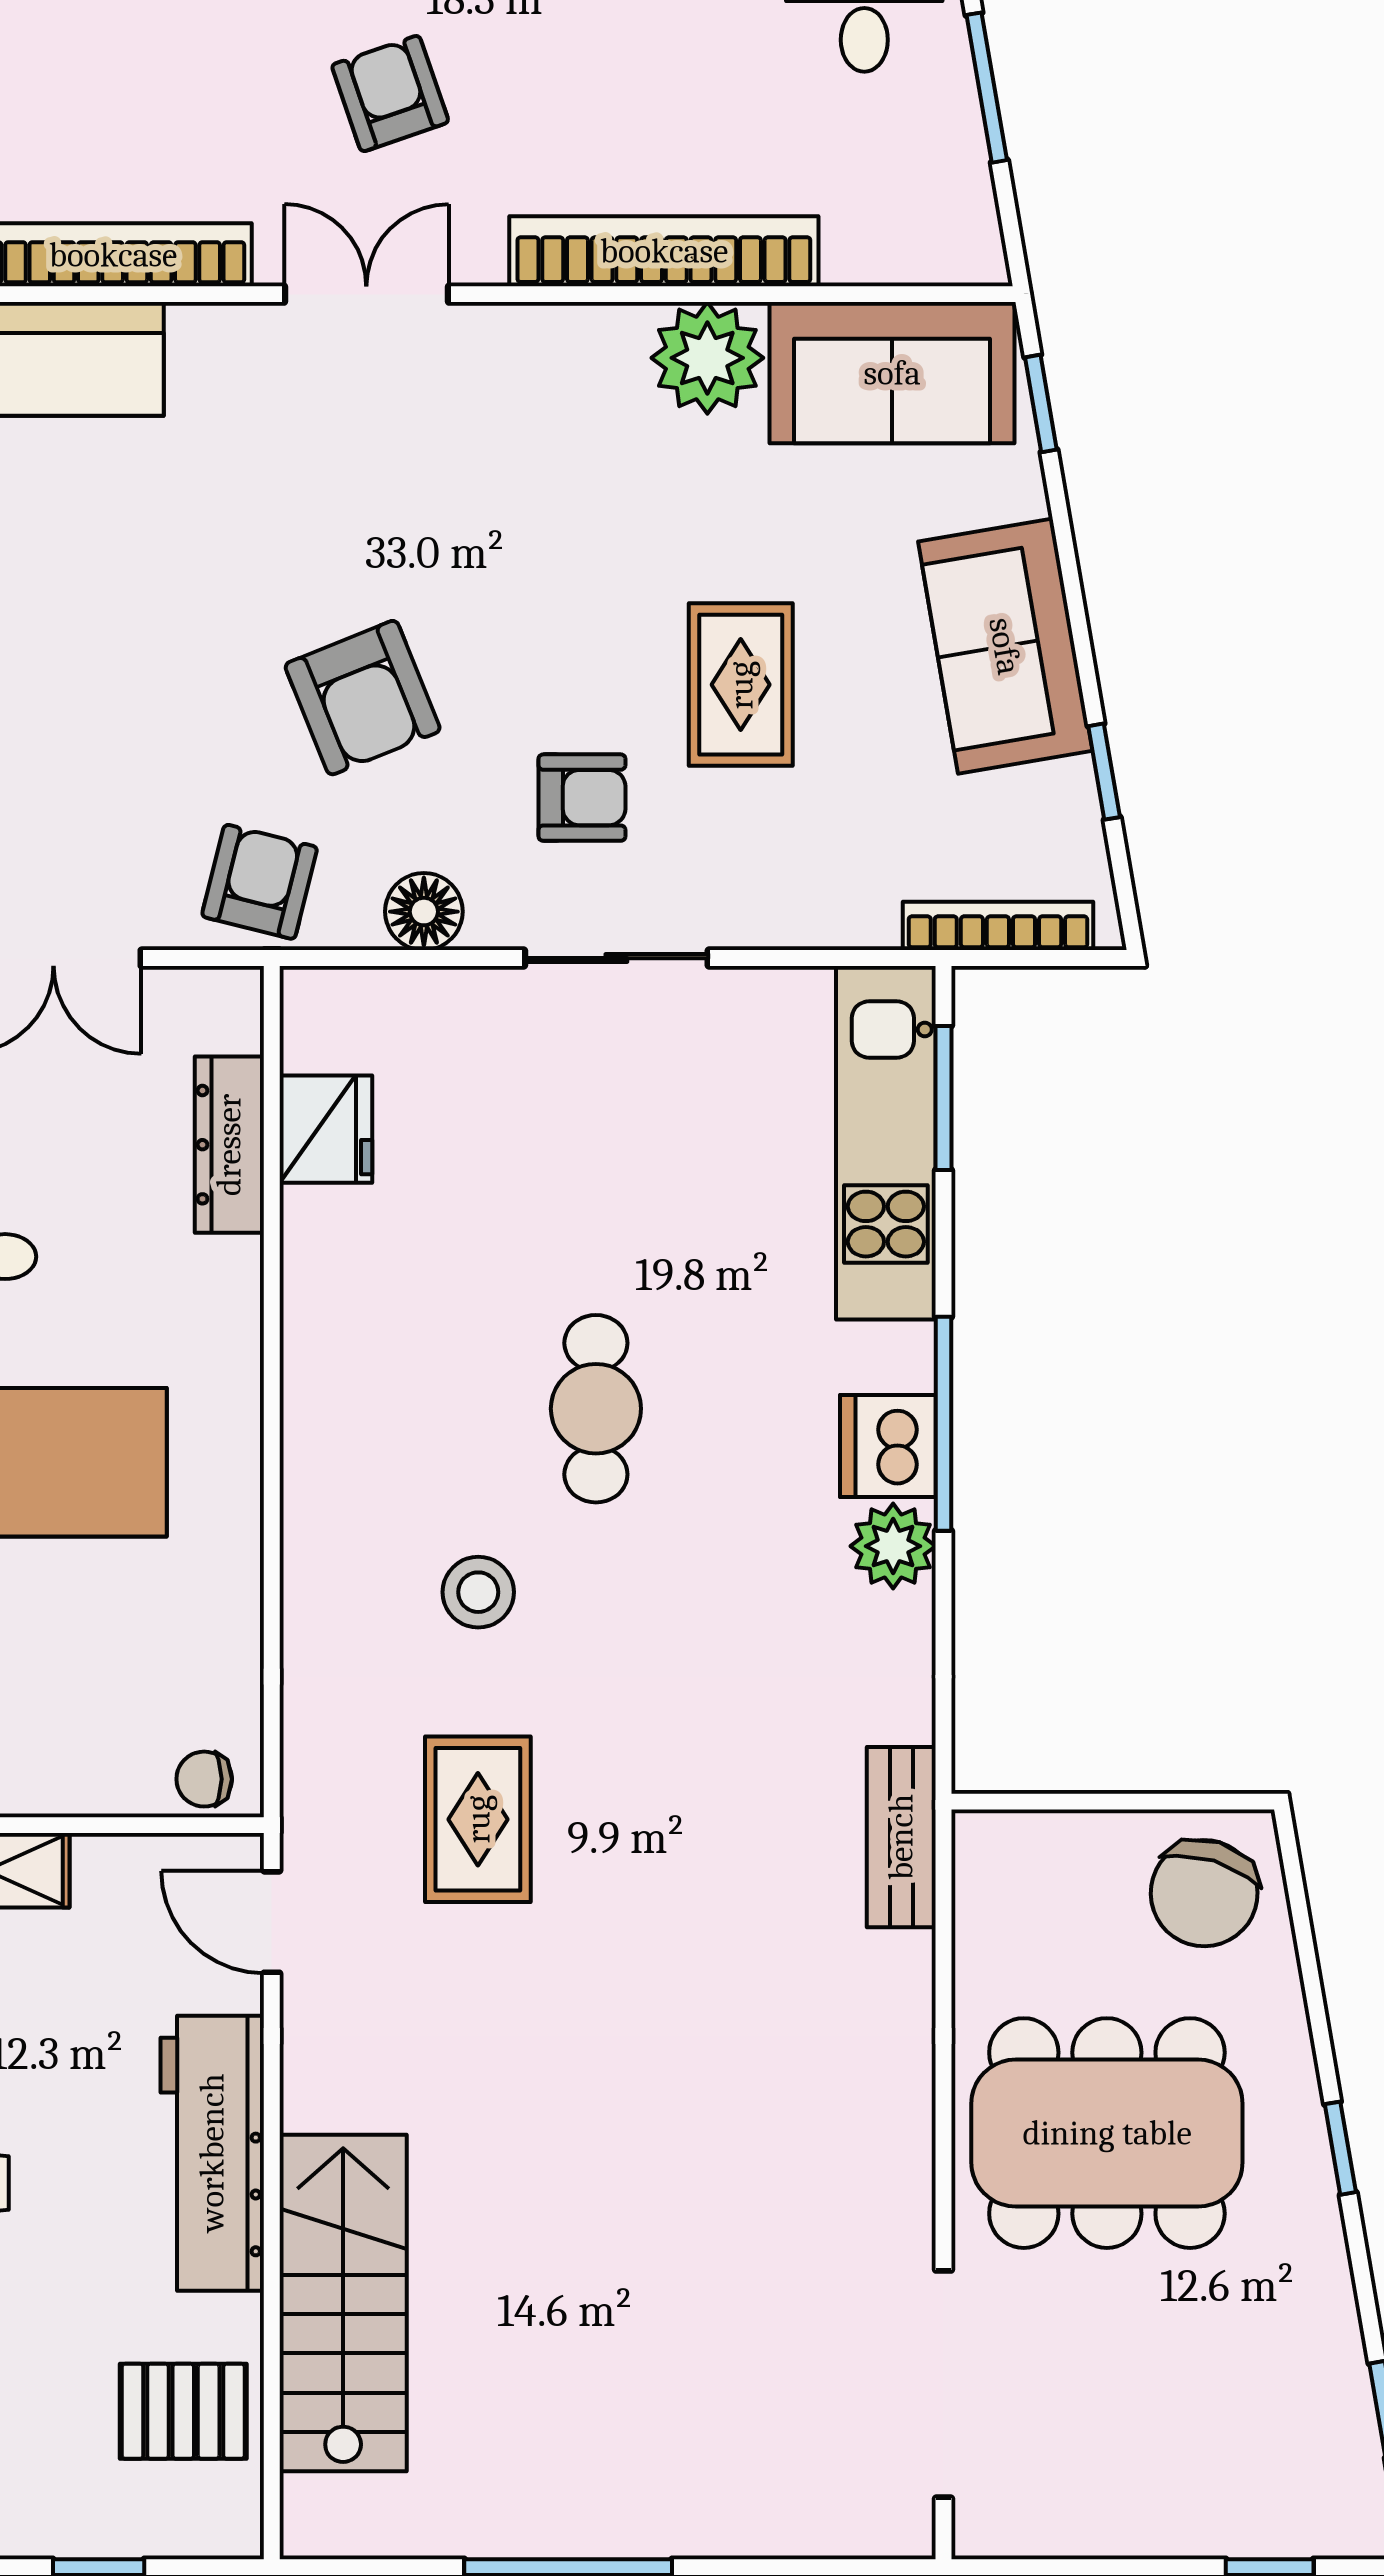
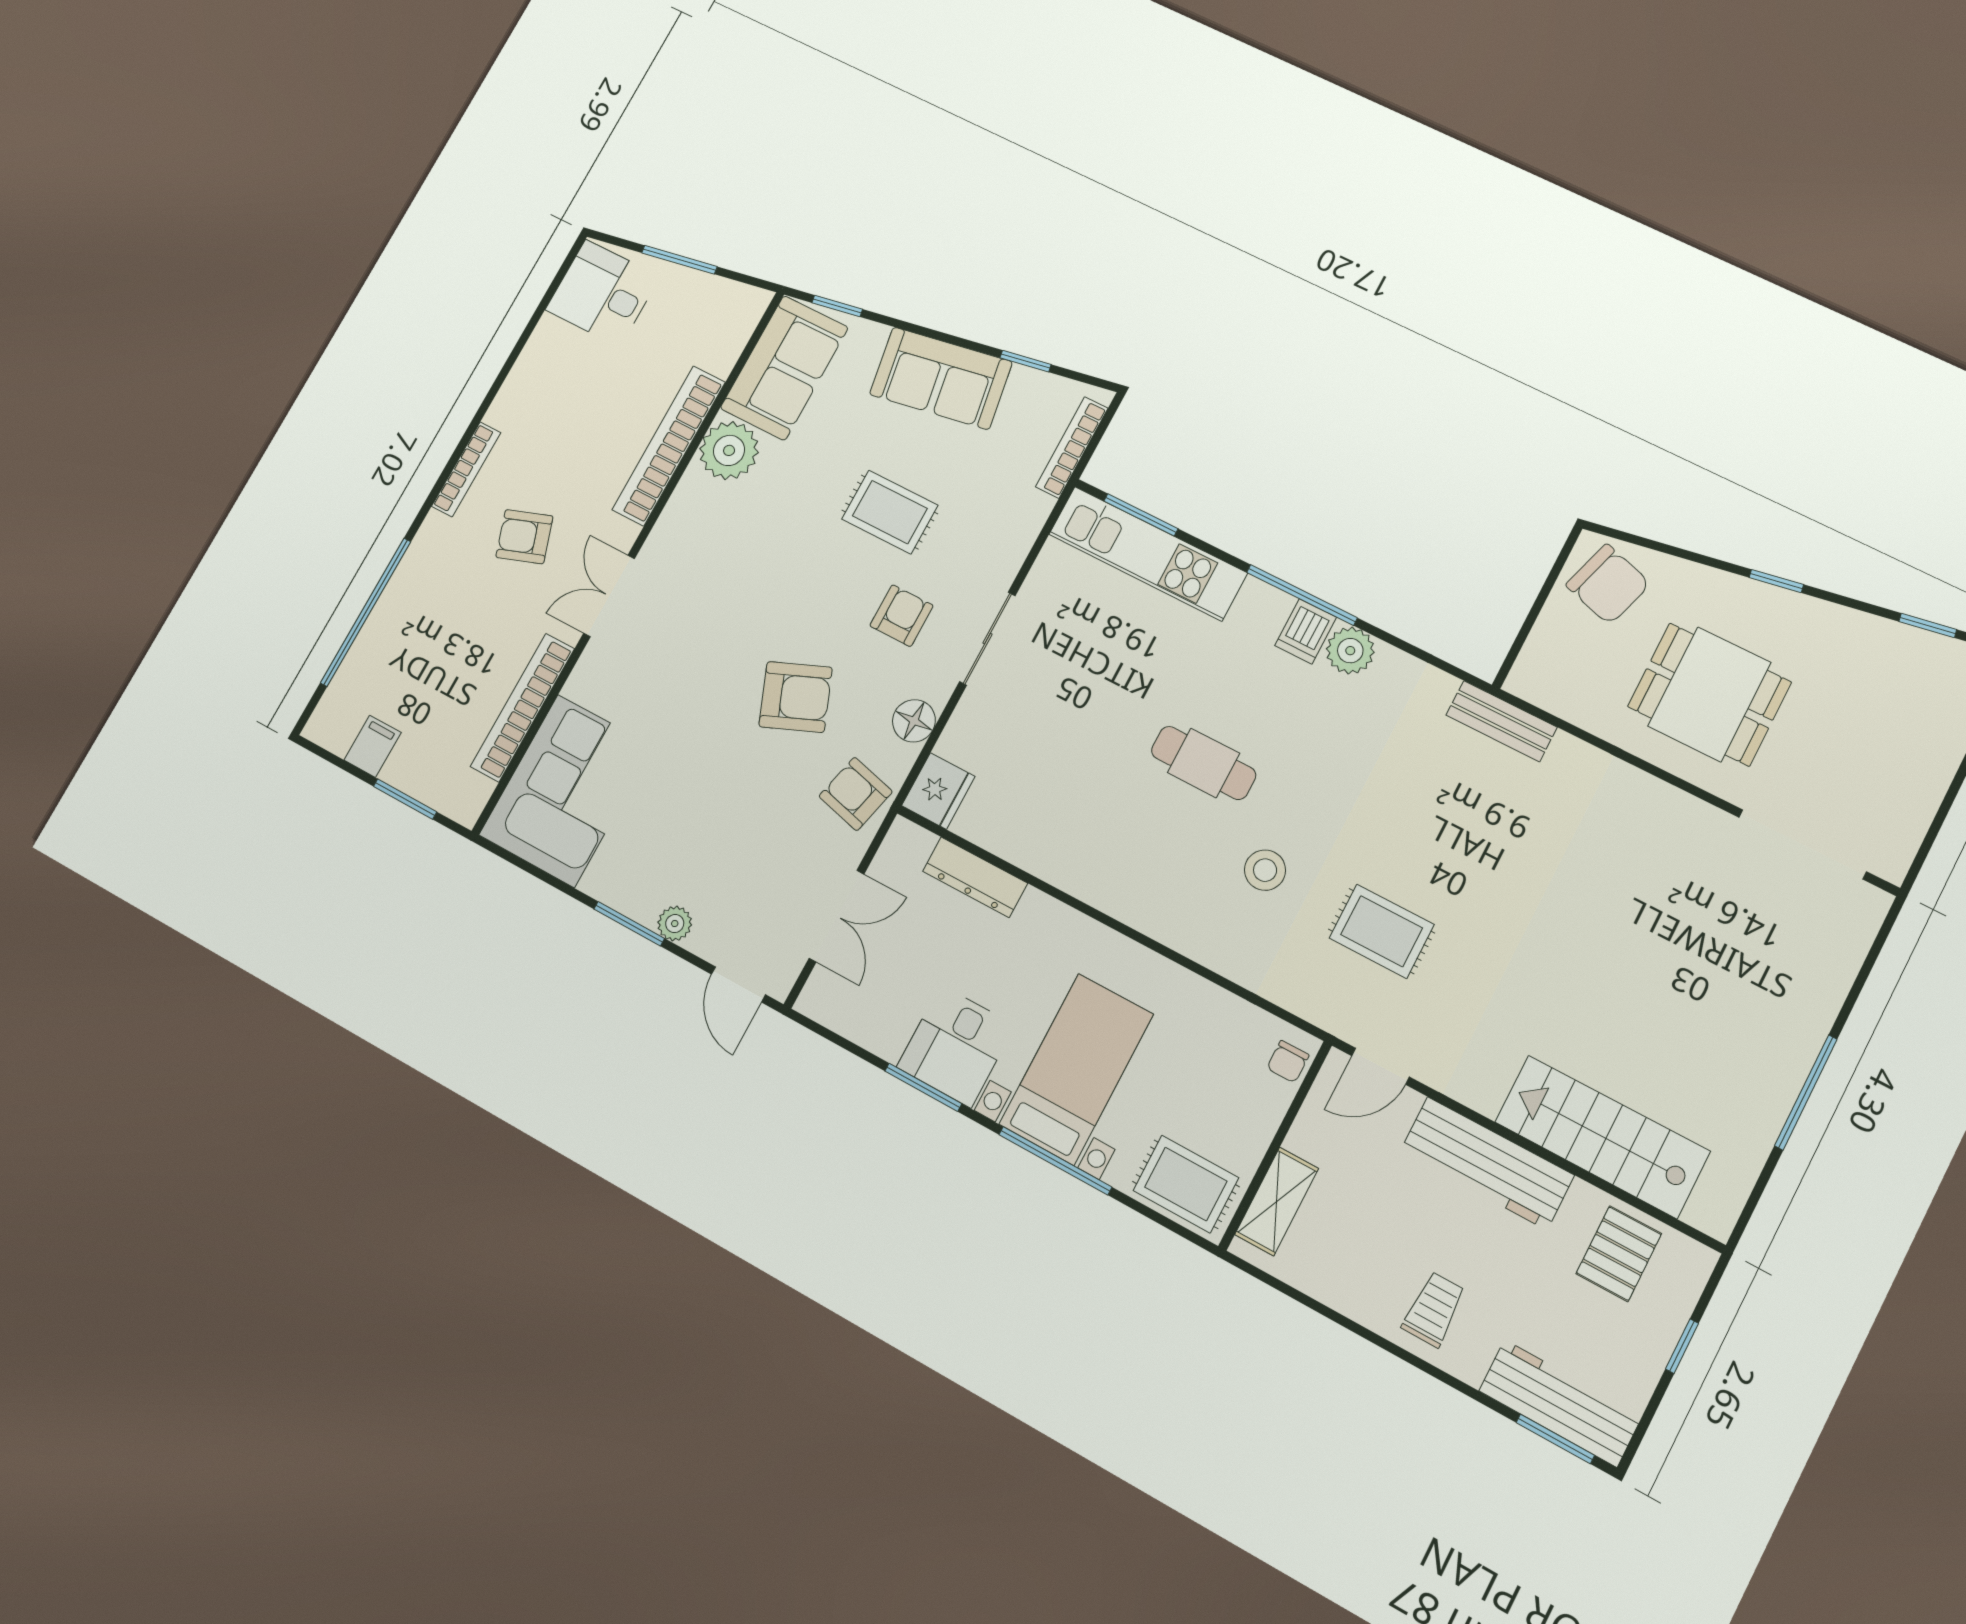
fridge: (326, 1129) -> (938, 791), moved, turned 90
dishwasher: (888, 1446) -> (1306, 631), width x0.73
dining table: (1107, 2133) -> (1709, 694), width x0.73

